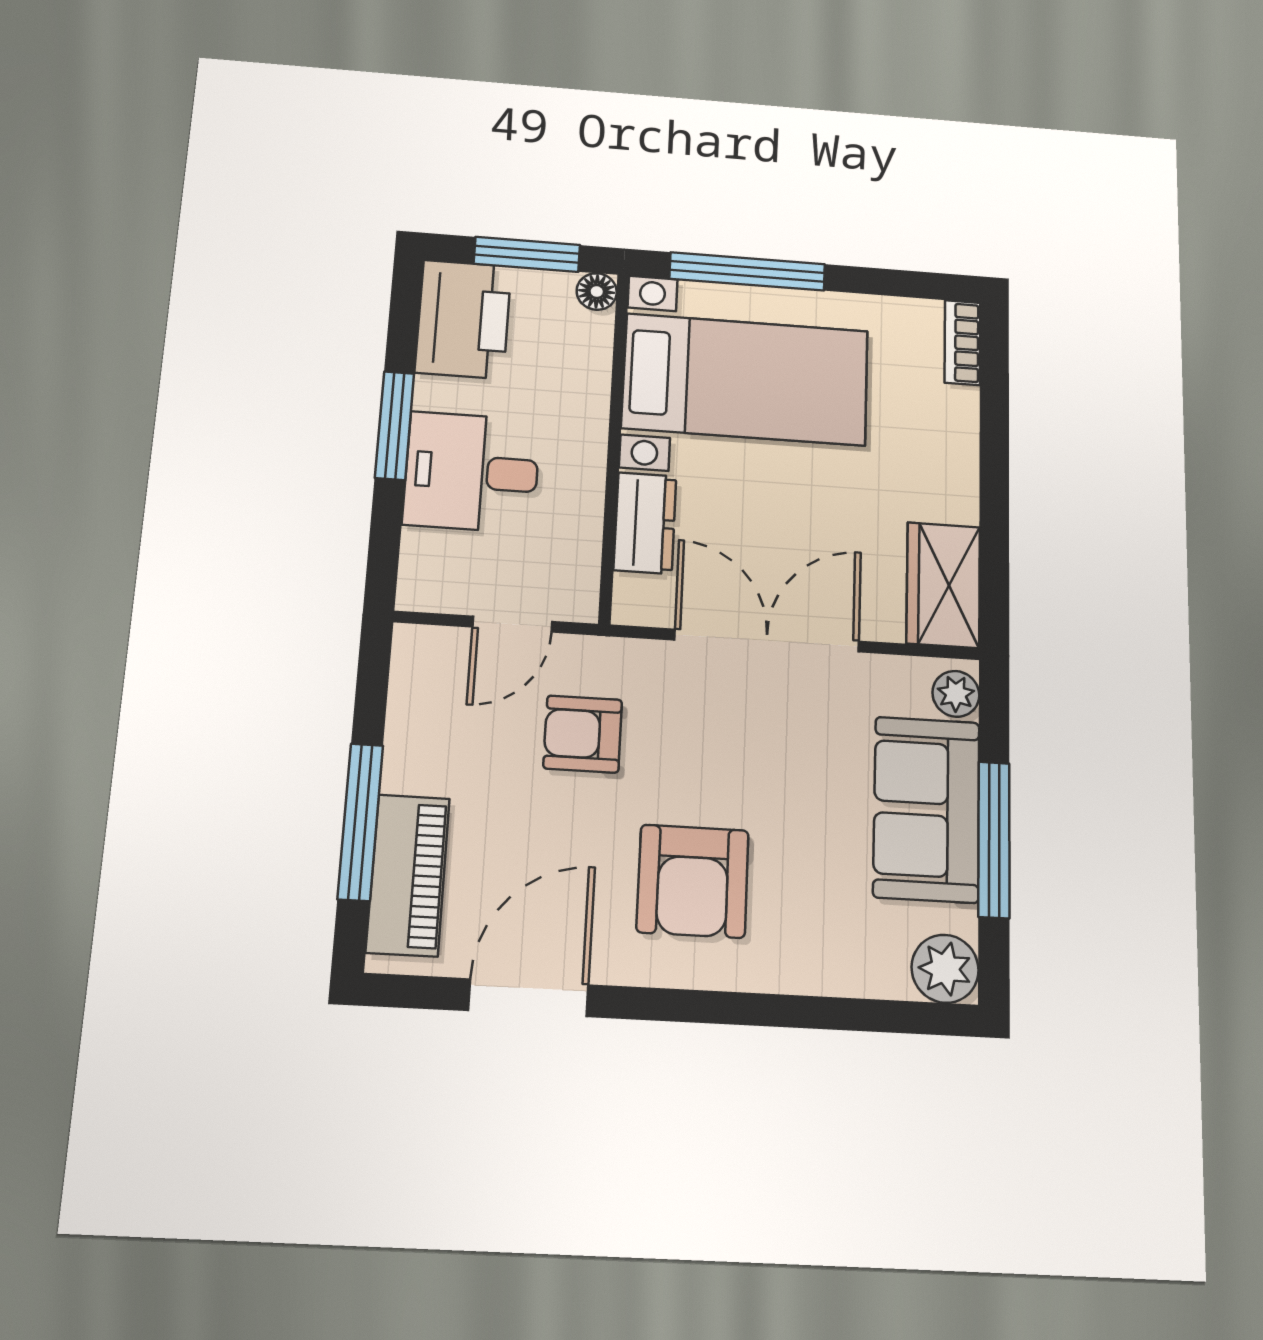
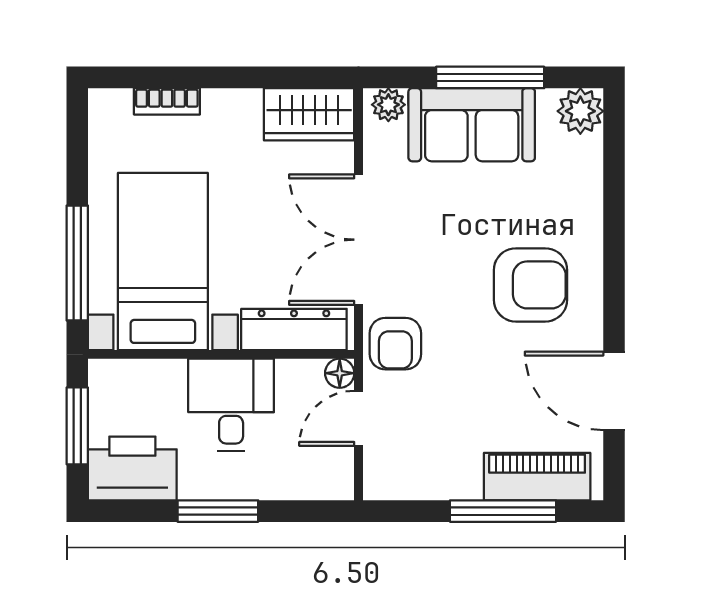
floor lamp: (597, 292) -> (340, 373), moved
bookcase: (962, 343) -> (167, 101), moved
desk: (472, 472) -> (231, 405), moved, turned 180
dresser: (645, 523) -> (294, 329), width x1.44
door: (512, 624) -> (359, 418), swing flipped
armchair: (583, 734) -> (395, 344), moved

